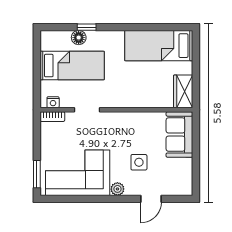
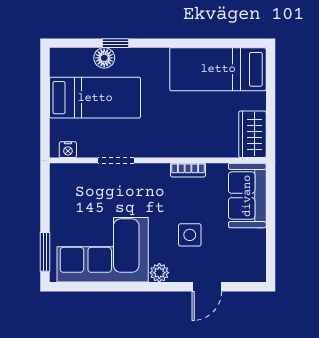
bookcase: (52, 117) -> (188, 170), moved

